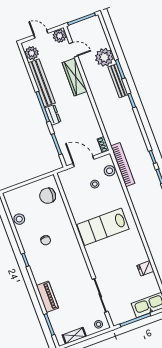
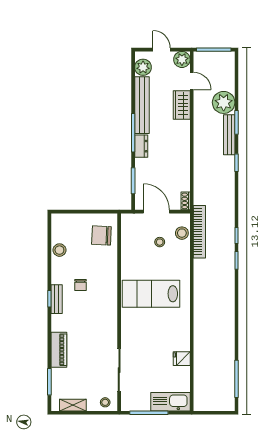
wardrobe: (75, 77) -> (182, 105), width x0.67
bench: (31, 258) -> (57, 299), added

